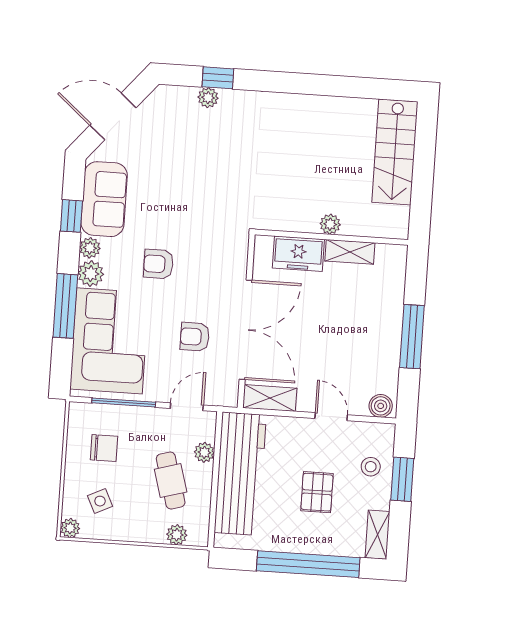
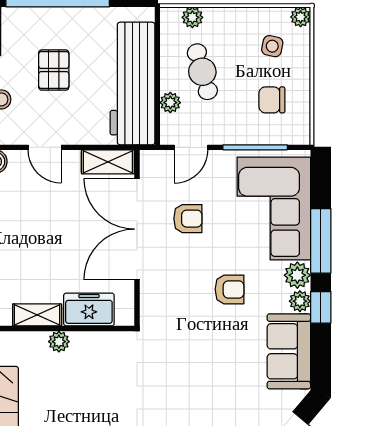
window: (71, 216) -> (321, 307), moved
side table: (100, 501) -> (272, 46), turned 38

